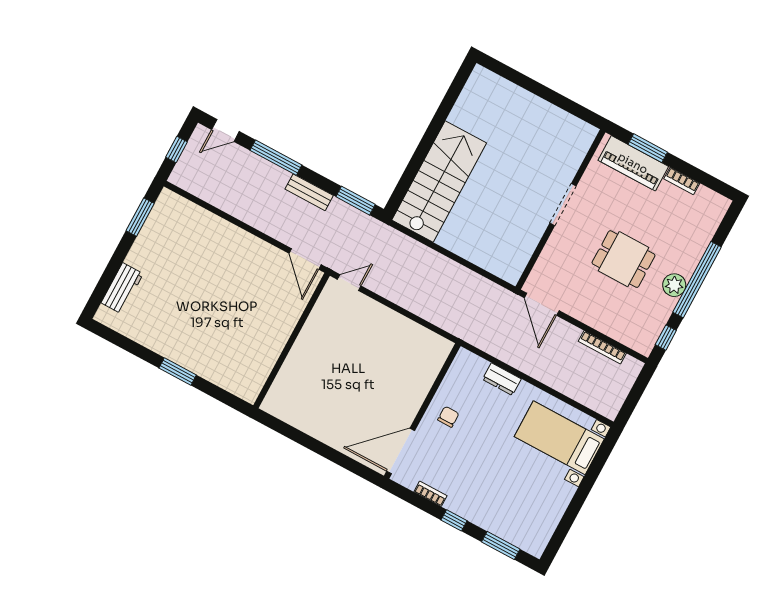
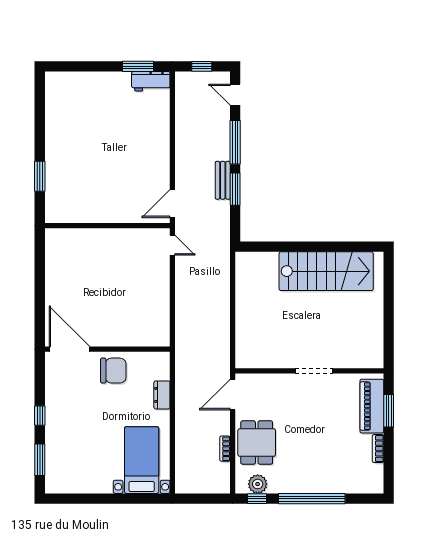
stairs: (439, 181) -> (326, 271), moved
window: (356, 201) -> (235, 189), moved
dining table: (624, 259) -> (257, 443), moved
plant: (674, 285) -> (258, 484), moved
workbench: (122, 288) -> (151, 81), moved
bookcase: (602, 347) -> (225, 449), width x0.64
window: (178, 372) -> (40, 176), moved
chair: (448, 417) -> (113, 371), width x1.87, depth x1.87
bookcase: (430, 494) -> (50, 388), removed

